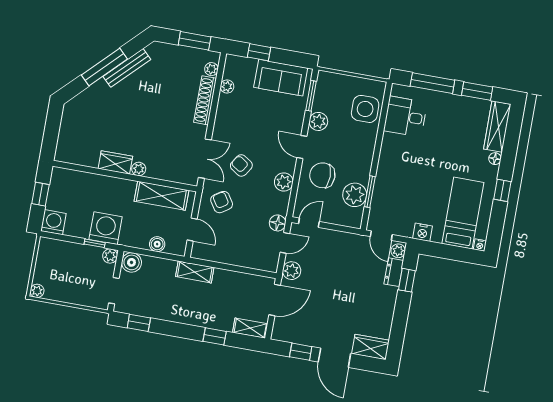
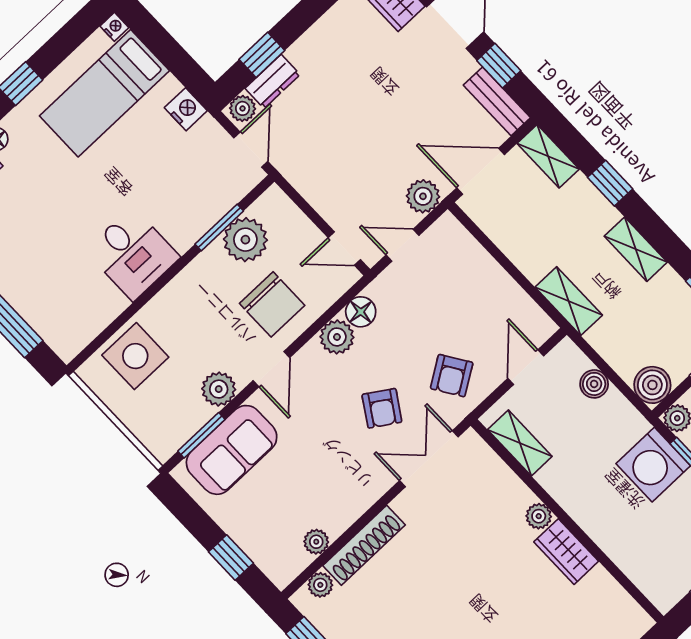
sofa: (281, 78) -> (232, 450), moved, turned 90
desk: (405, 117) -> (133, 254), moved
shelving: (161, 196) -> (520, 443), width x0.67, depth x0.75
floor lamp: (278, 223) -> (361, 312), moved
shelving: (182, 316) -> (636, 249), added
bench: (290, 336) -> (497, 101), added

